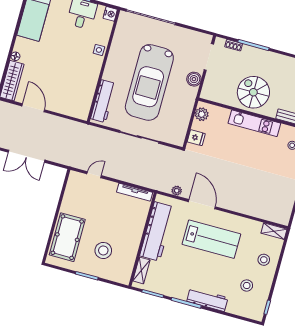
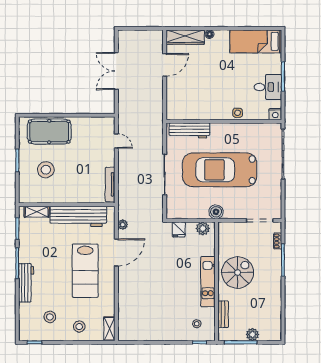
boiler: (194, 79) -> (216, 212), moved

